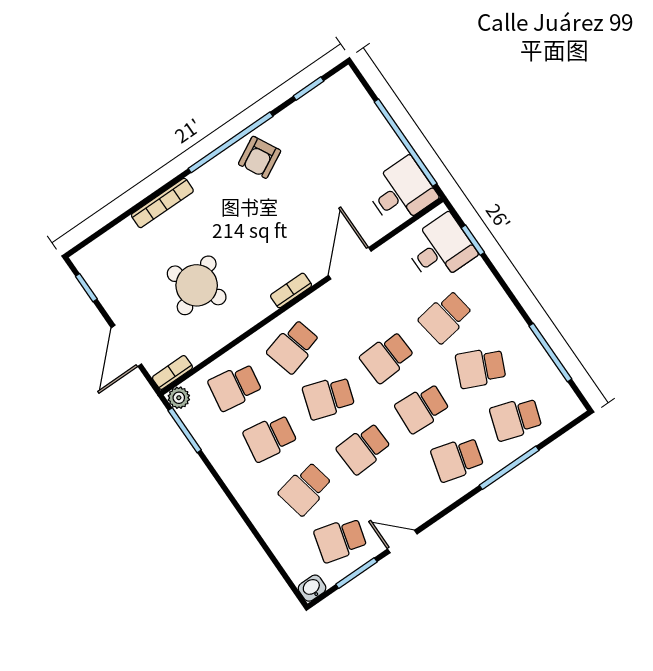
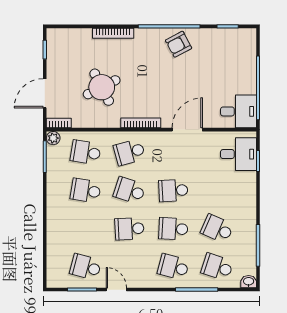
bookcase: (291, 290) -> (141, 123), width x1.56
school desk: (446, 317) -> (217, 190), removed
school desk: (305, 489) -> (86, 229), removed
washbasin: (312, 588) -> (249, 282), moved

